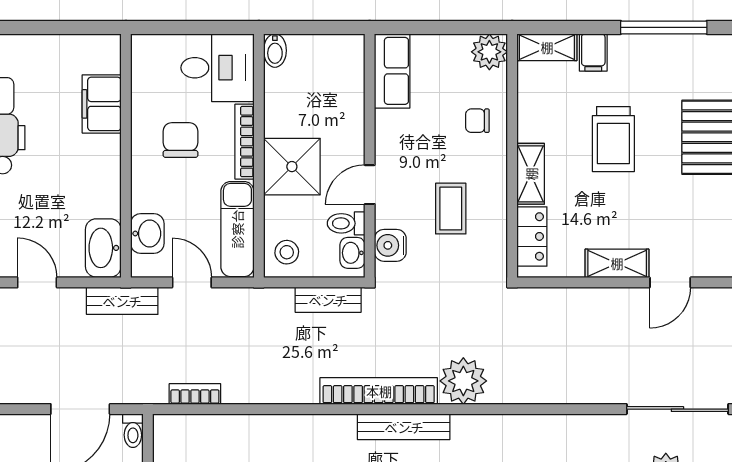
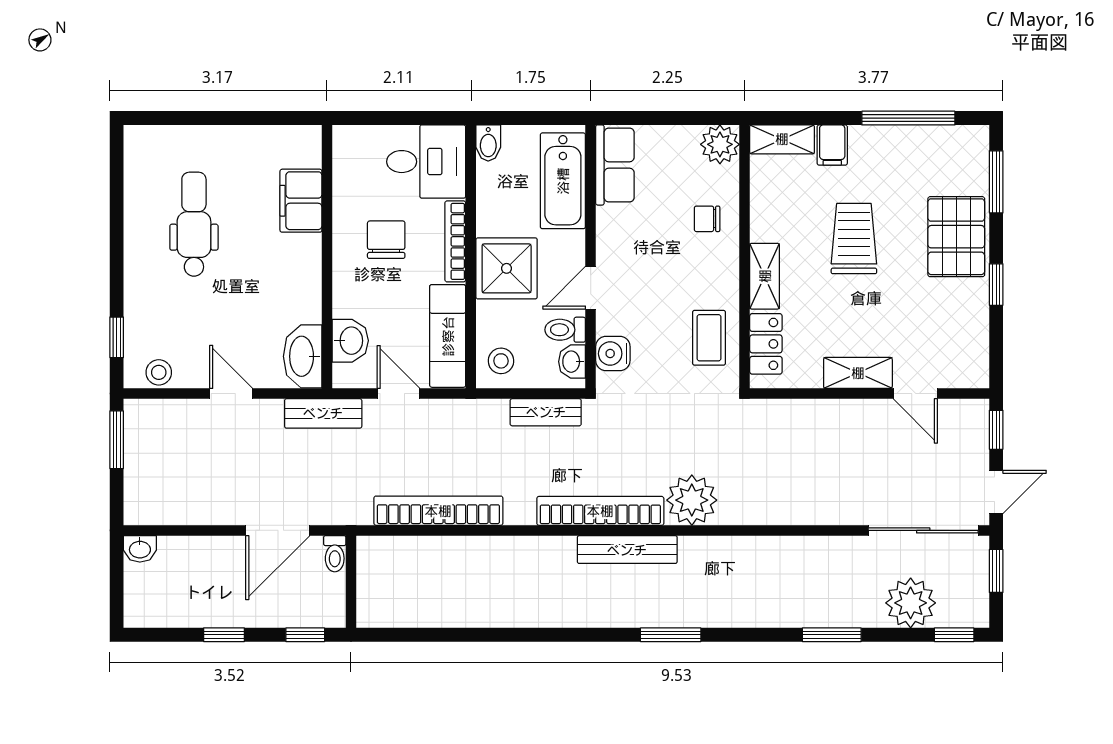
bathtub: (344, 86) -> (563, 181), added
trolley: (613, 139) -> (854, 239), turned 180
coffee table: (451, 209) -> (709, 338), moved
door: (670, 282) -> (915, 394), hinge flipped
bookcase: (195, 394) -> (438, 511), width x2.31, depth x1.31

